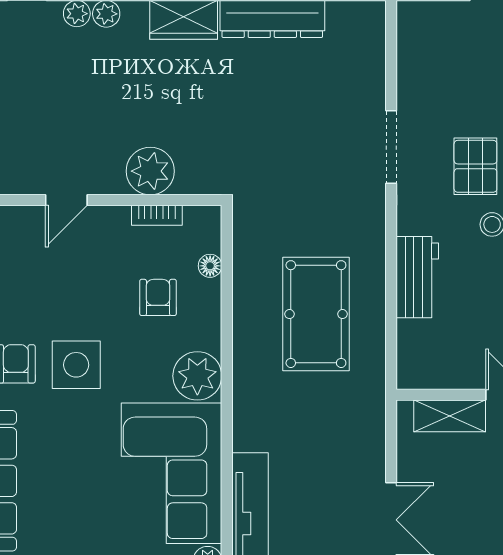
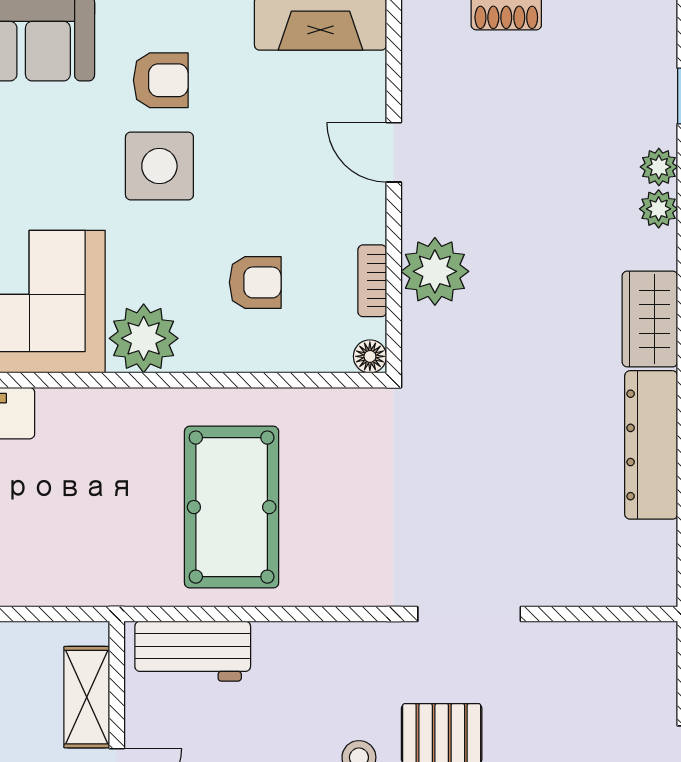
floor lamp: (210, 266) -> (370, 356), moved
workbench: (417, 277) -> (193, 651), moved
pool table: (316, 314) -> (232, 507), turned 90

